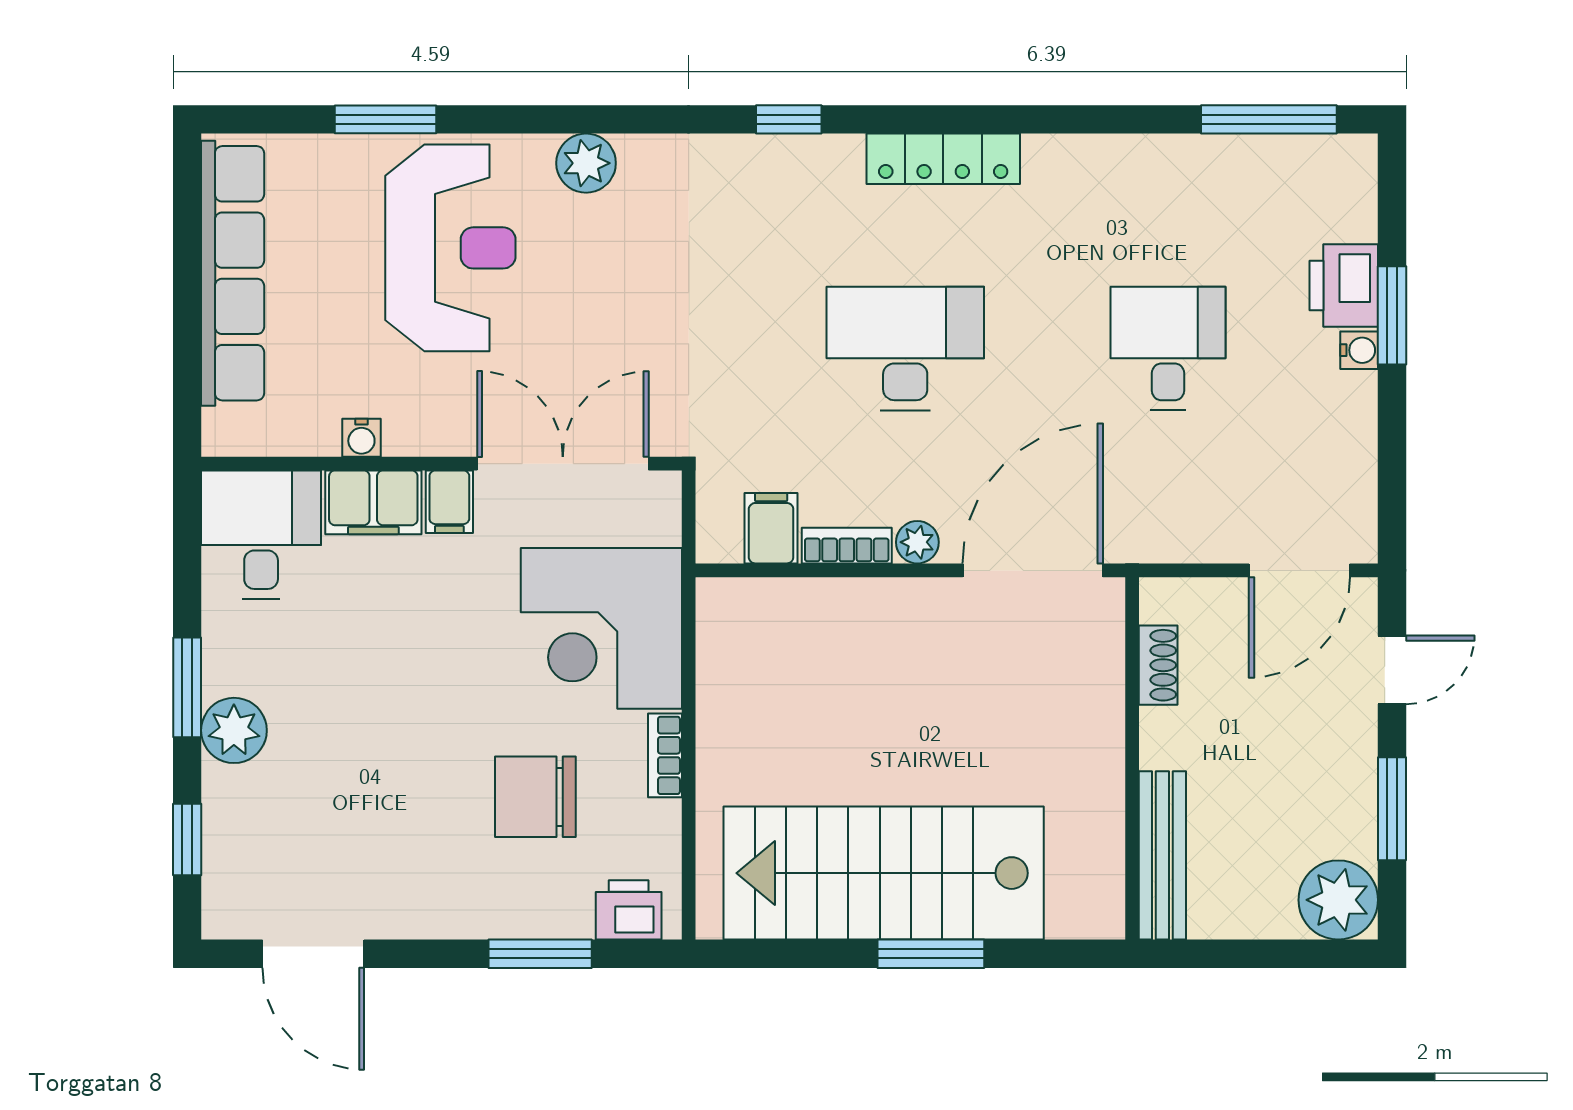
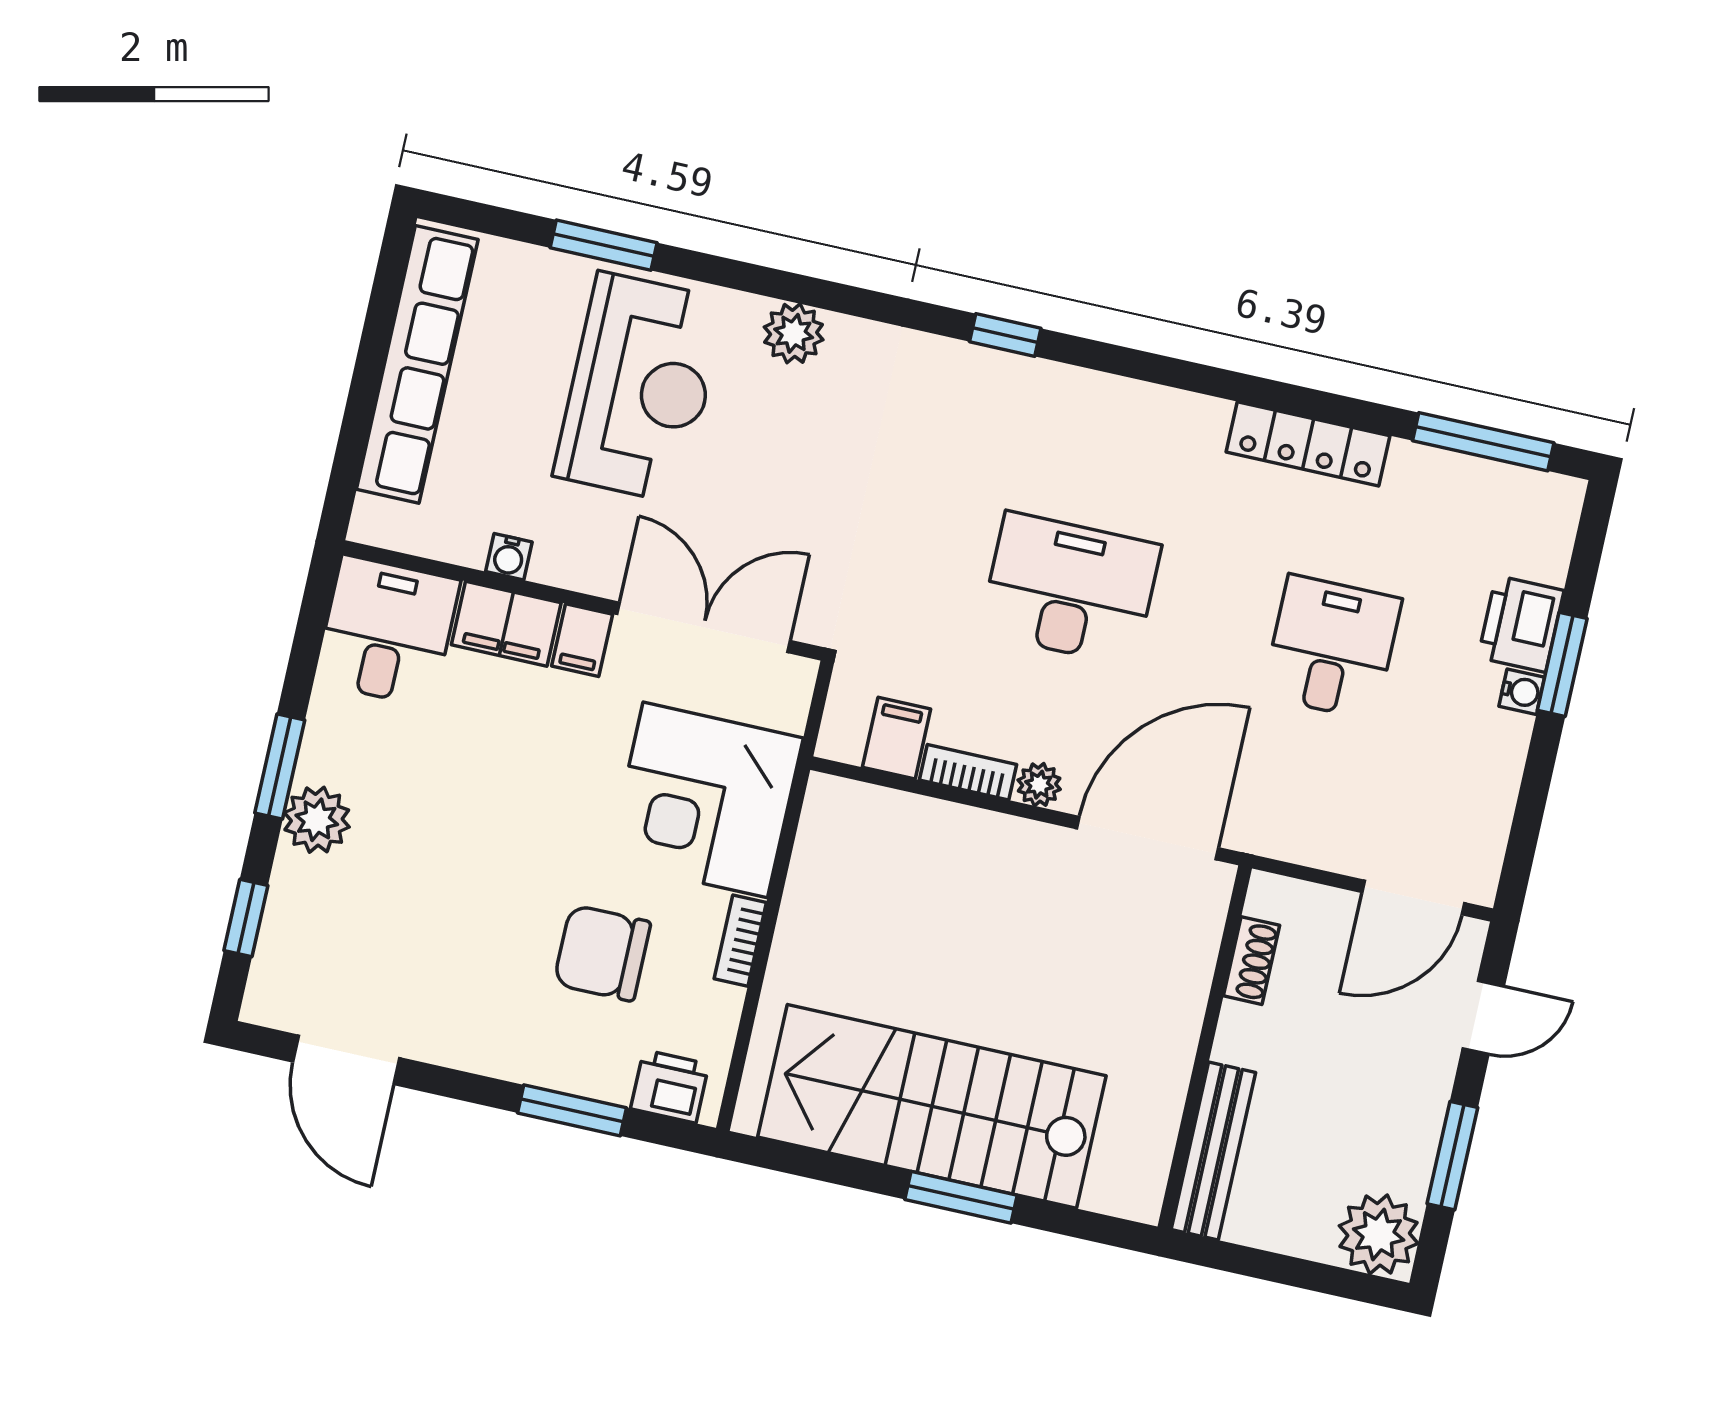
locker: (943, 159) -> (1308, 444), moved

